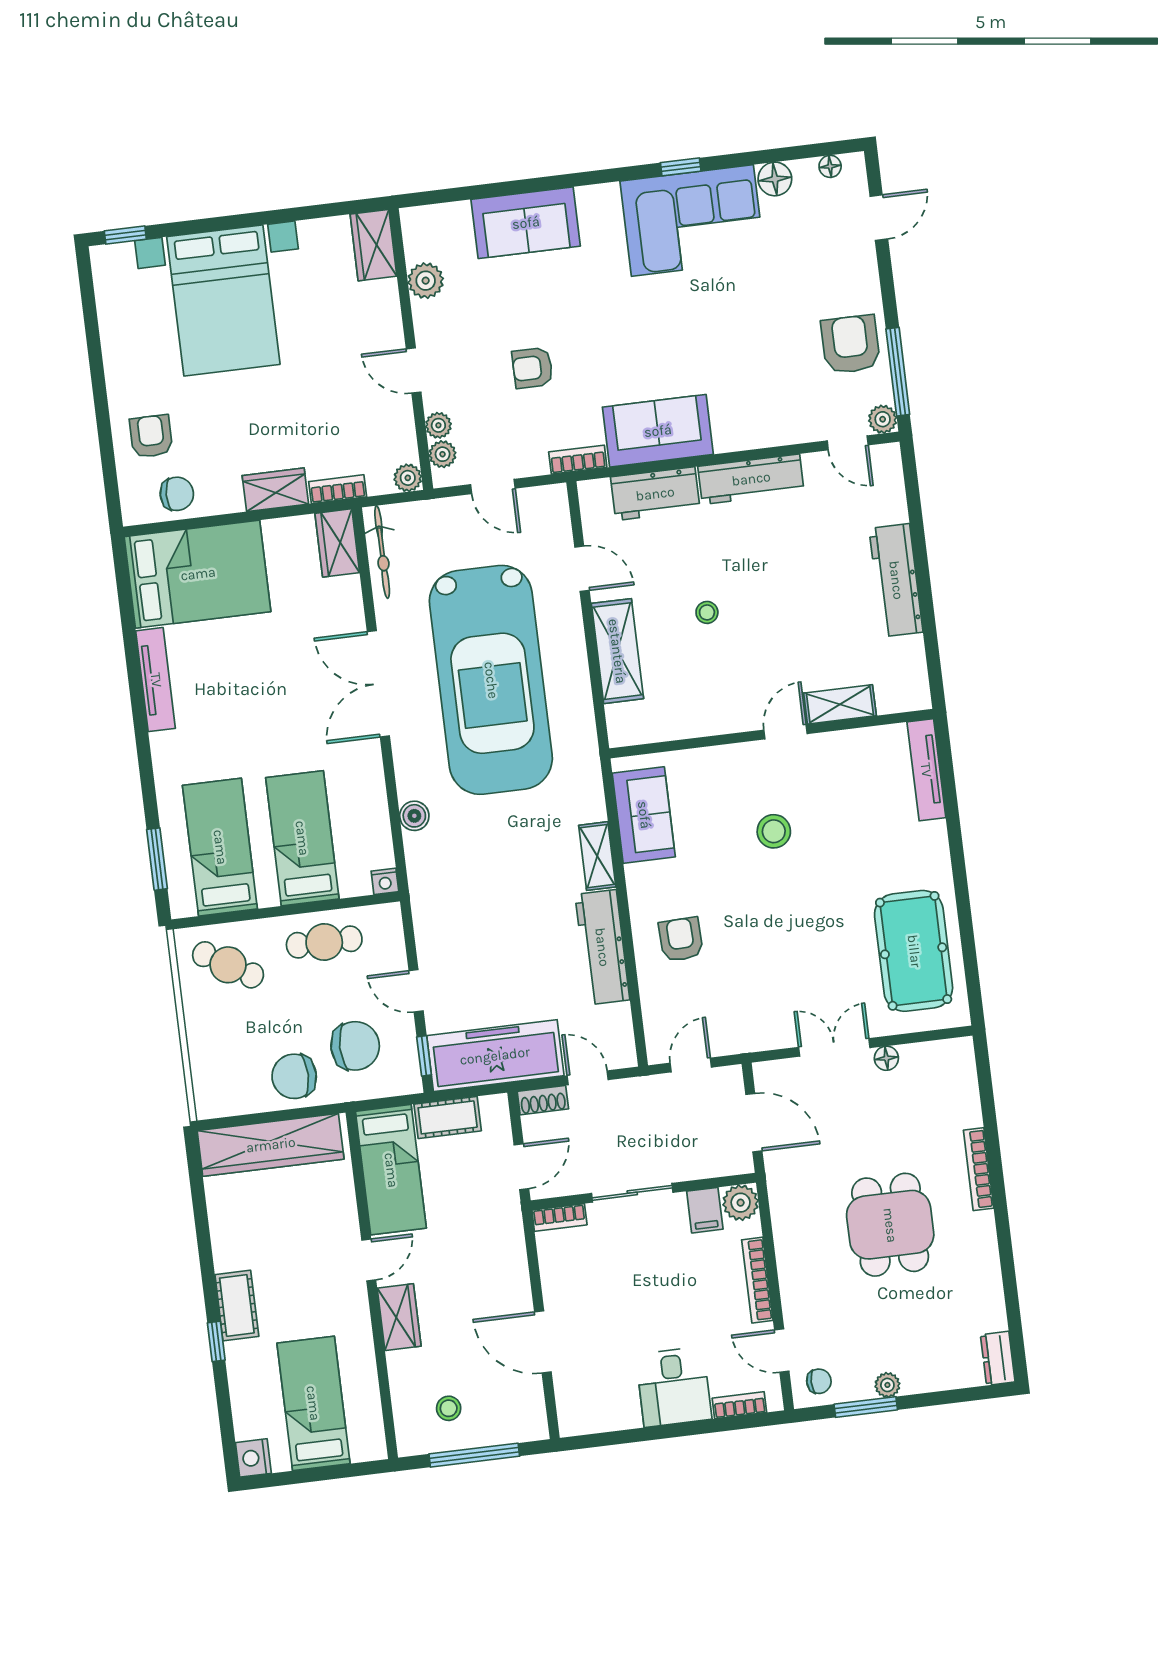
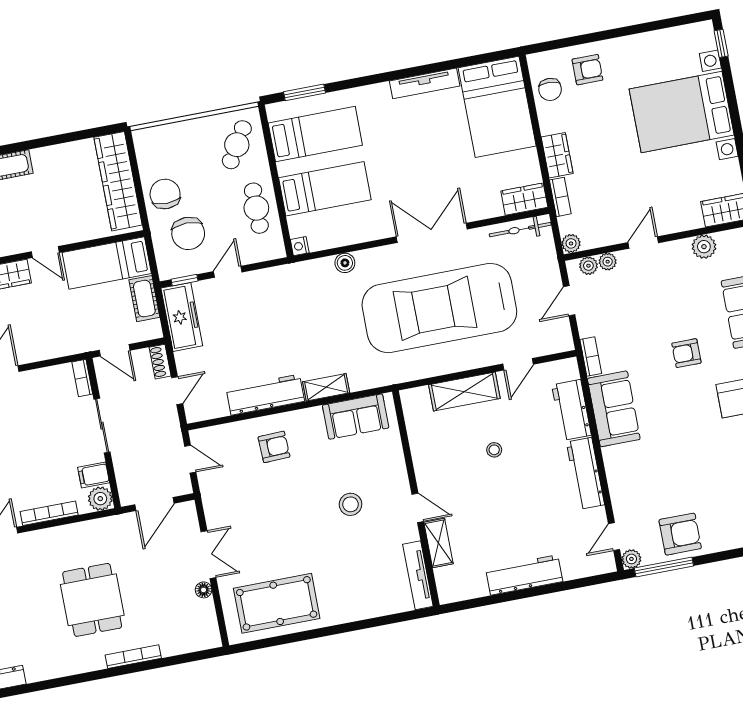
armchair: (532, 368) -> (686, 353), moved, turned -90
tv unit: (926, 770) -> (418, 575), moved, turned -90
freezer: (495, 1056) -> (182, 317), width x0.73, depth x0.79
dining table: (890, 1225) -> (92, 600), turned 90

